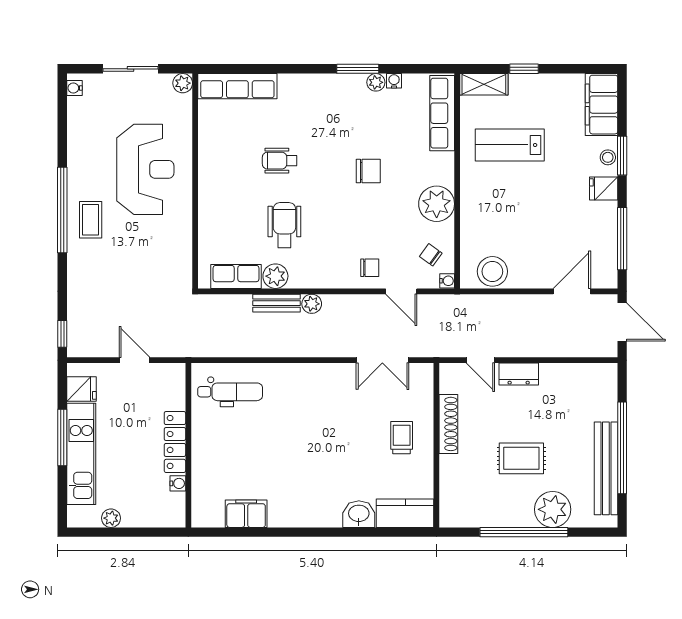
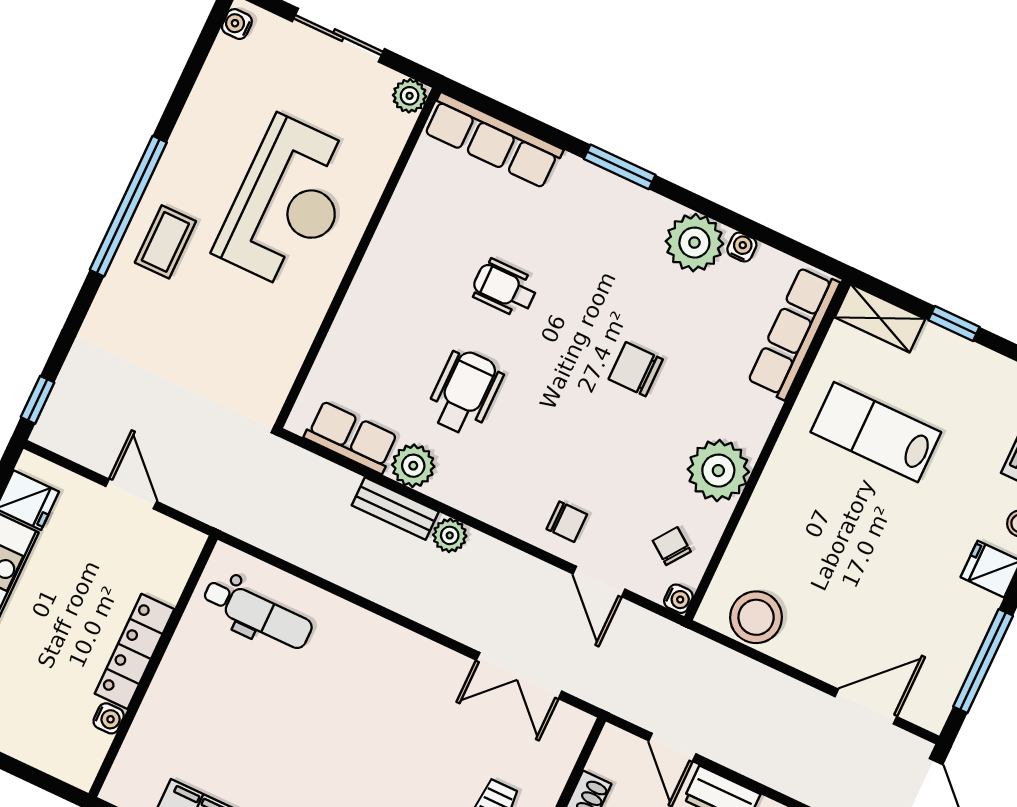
window: (358, 69) -> (620, 167), moved
plant: (376, 82) -> (694, 243), width x1.88, depth x1.88
chair: (368, 171) -> (636, 369), turned 180

